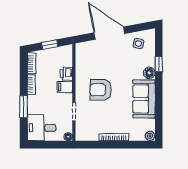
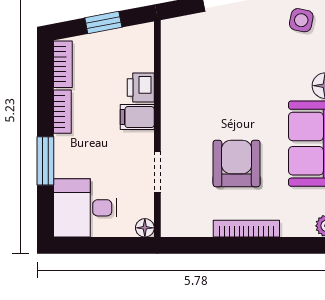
armchair: (101, 90) -> (237, 164), moved, turned 90

